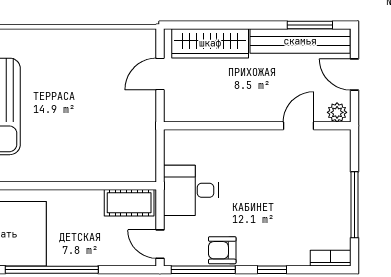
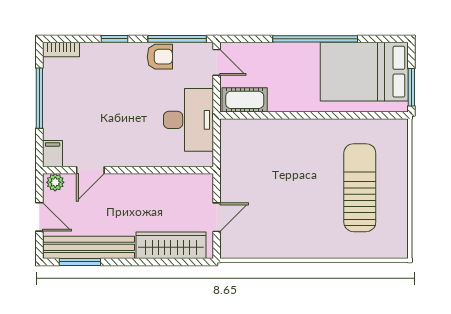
filing cabinet: (340, 144) -> (53, 154), added
desk: (191, 190) -> (189, 120), width x1.37

